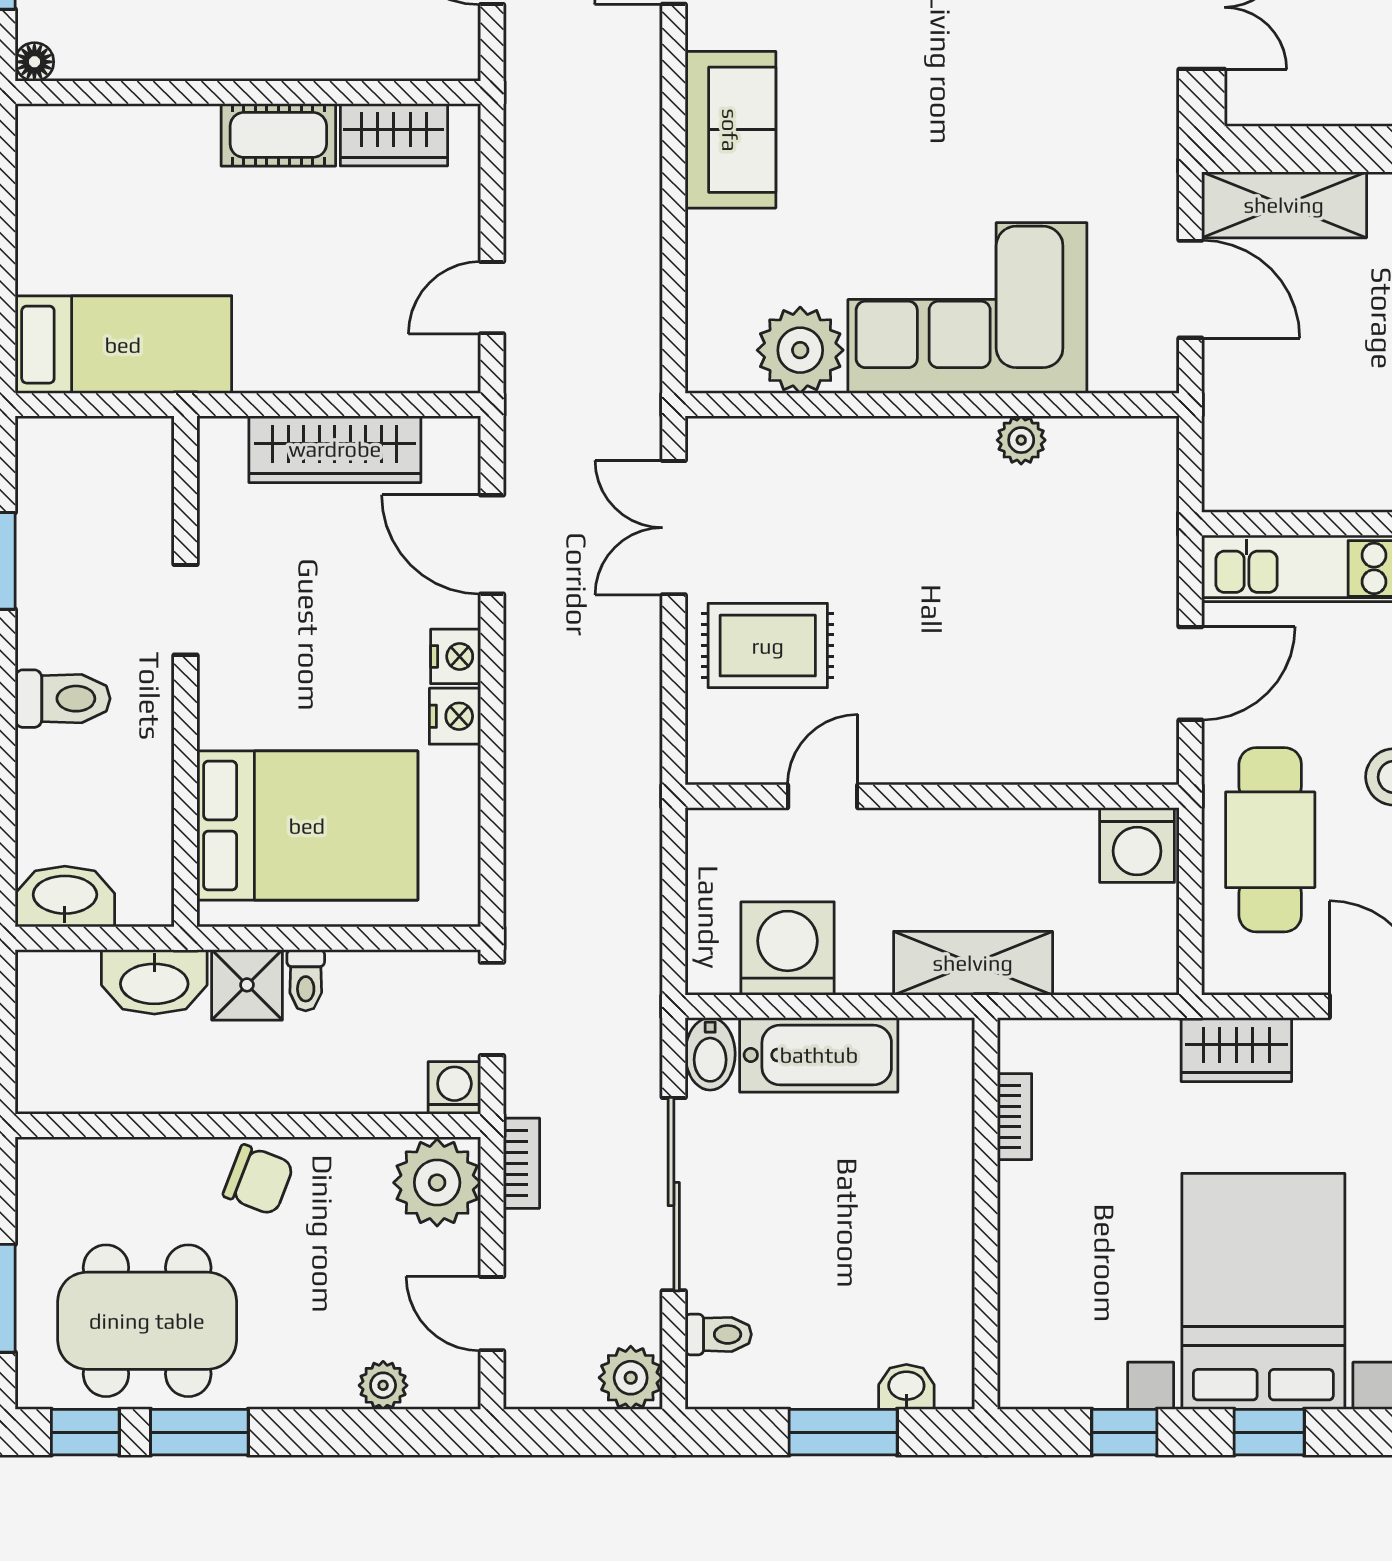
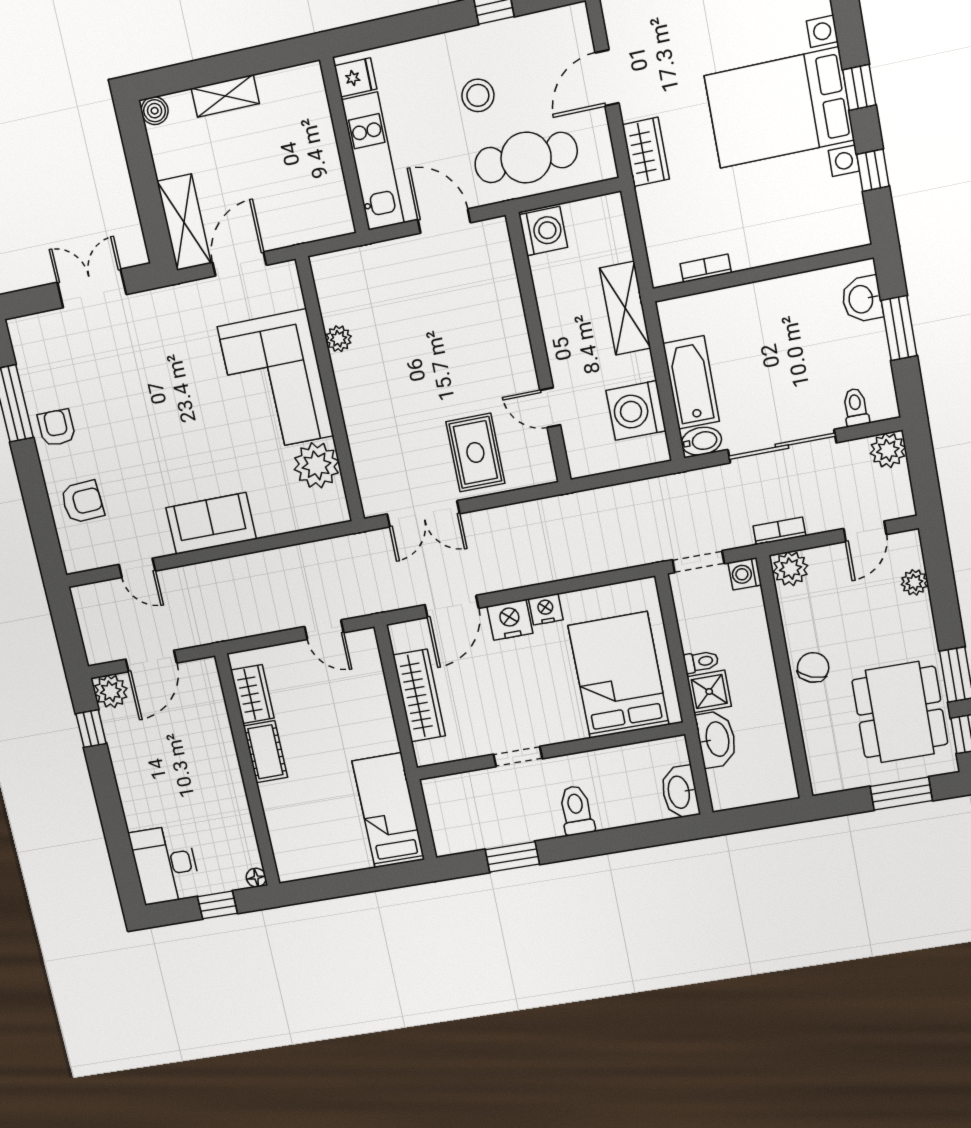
nightstand: (456, 656) -> (510, 620), width x1.36, depth x1.33
plant: (437, 1183) -> (790, 569), width x0.73, depth x0.73
washbasin: (906, 1387) -> (862, 299), width x1.38, depth x1.45

